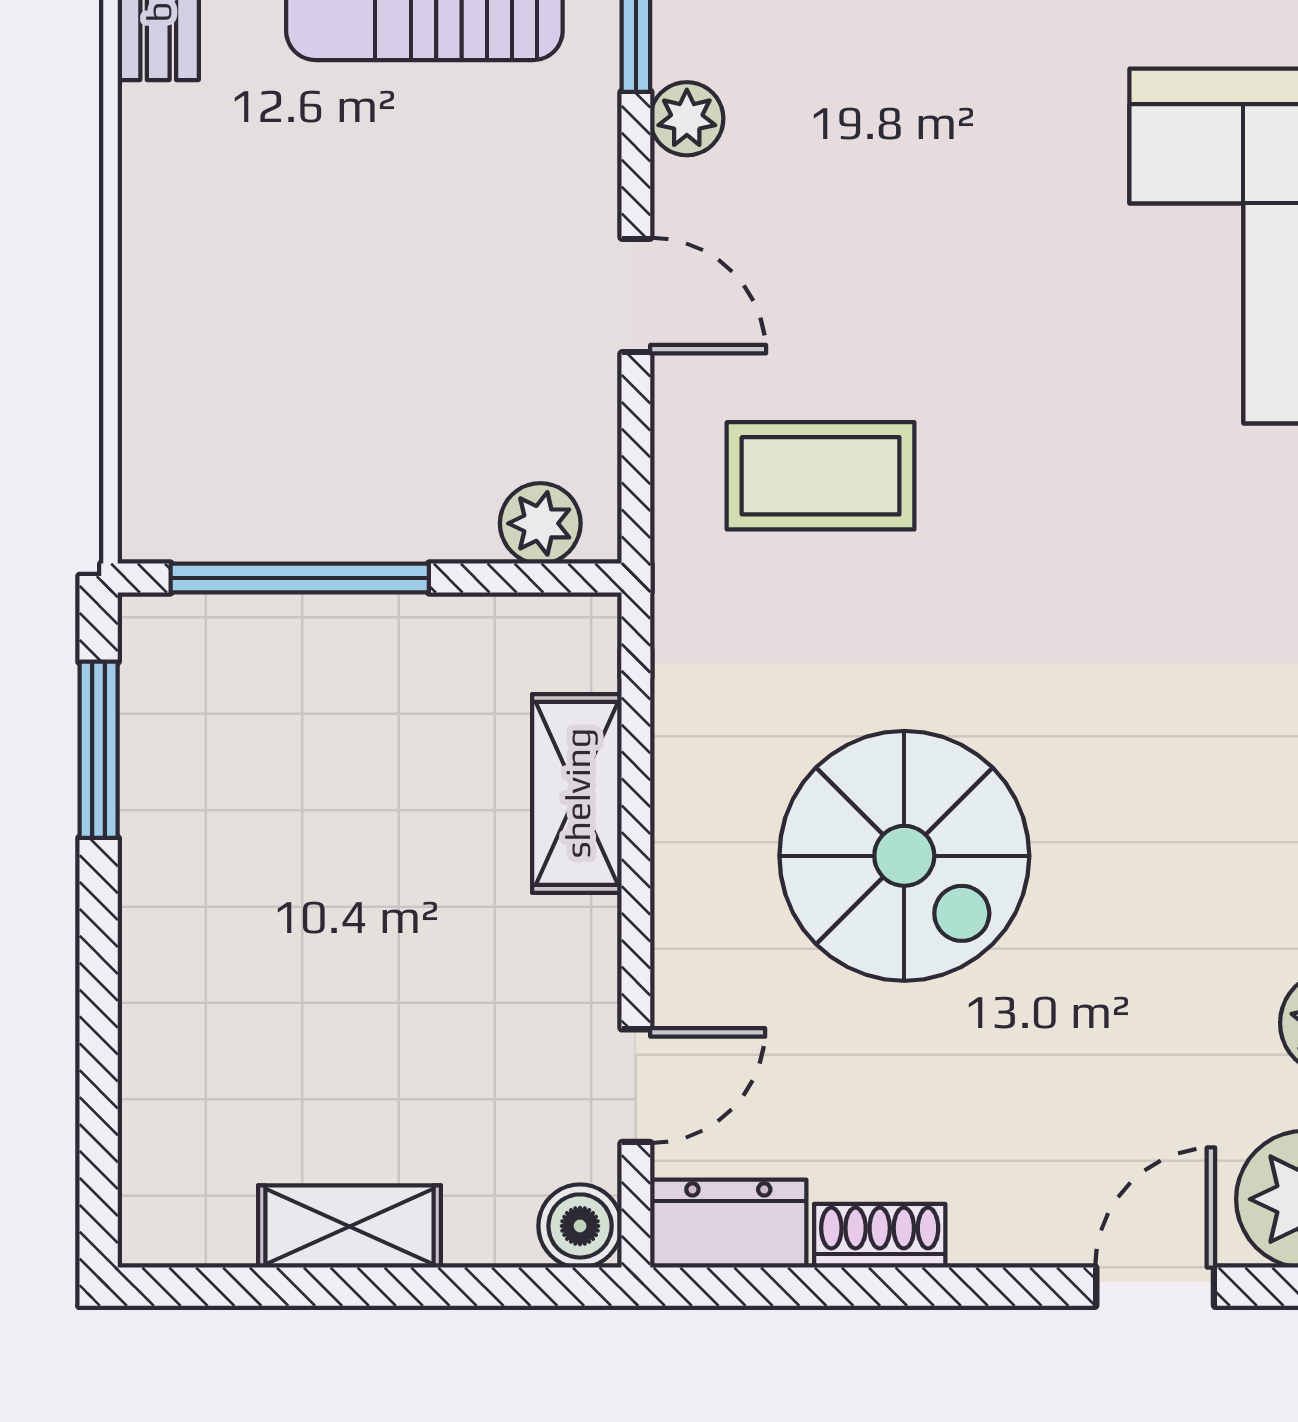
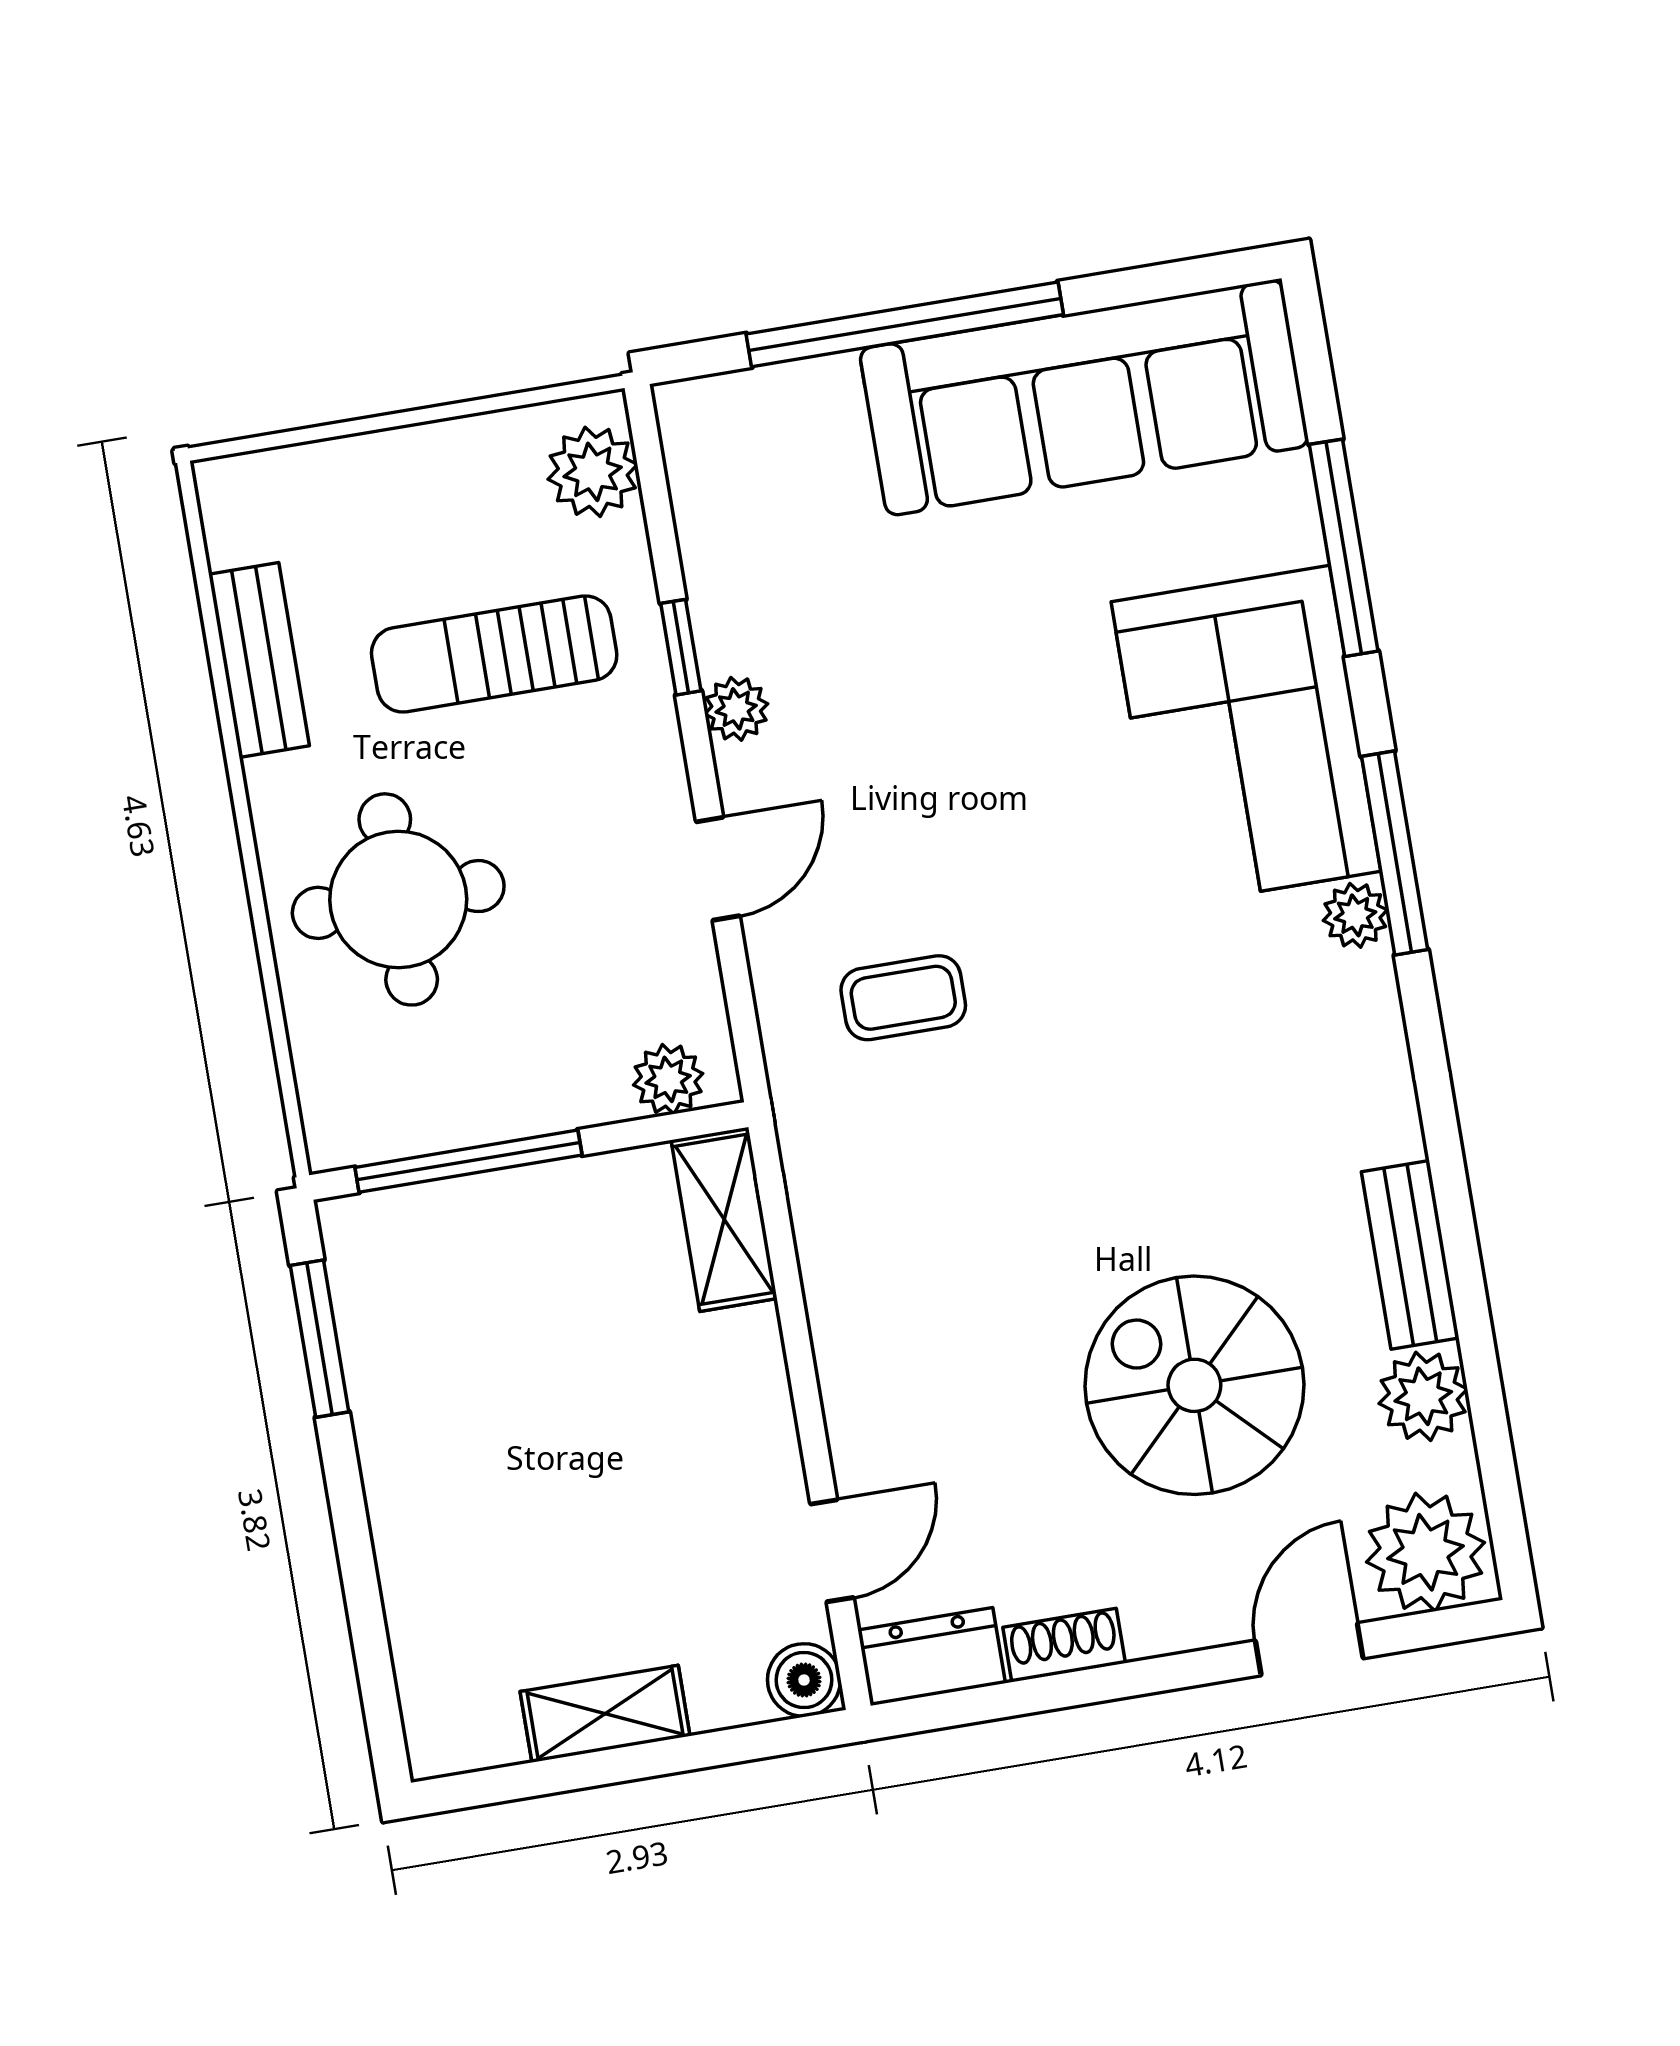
round table: (270, 270) -> (398, 899), added
door: (636, 296) -> (718, 869), hinge flipped
coffee table: (821, 476) -> (903, 998), width x0.73, depth x0.77
shelving: (577, 793) -> (724, 1219), moved
spiral stairs: (904, 856) -> (1194, 1385), moved, turned 180

